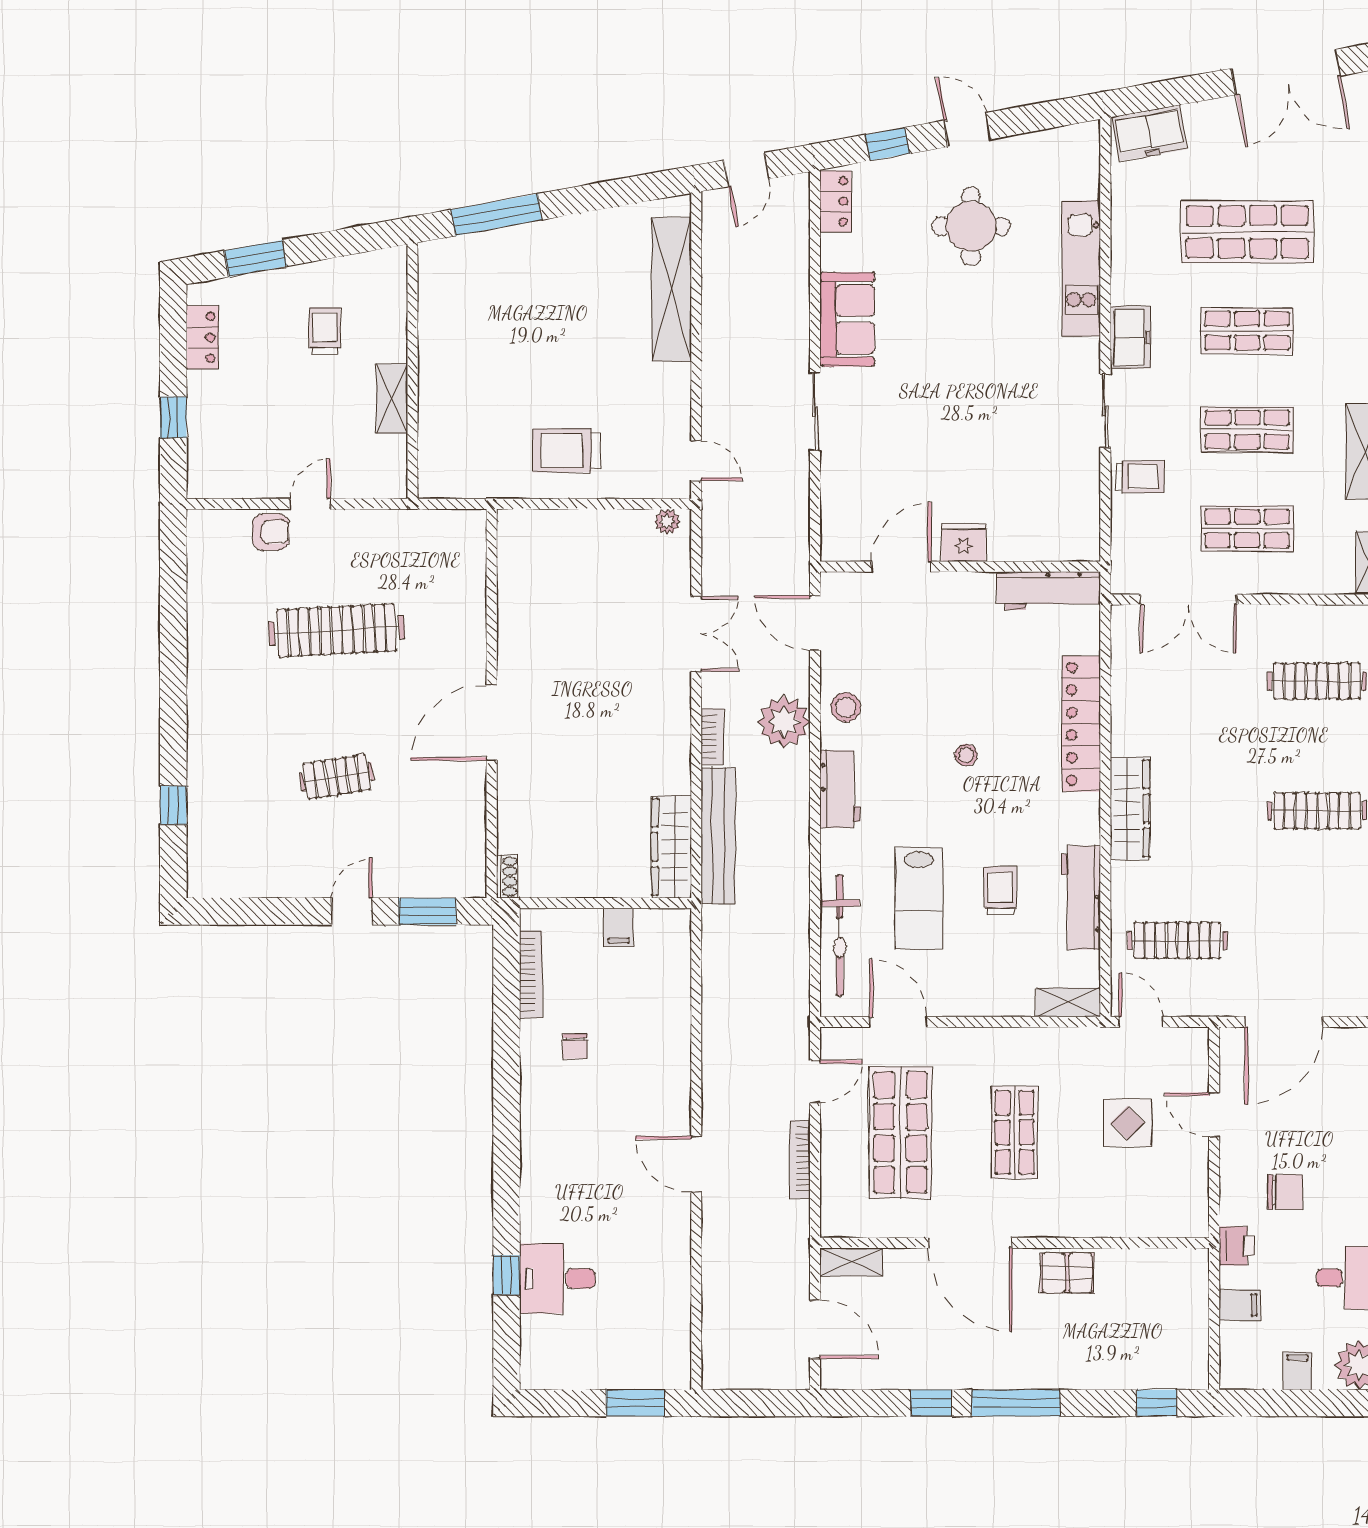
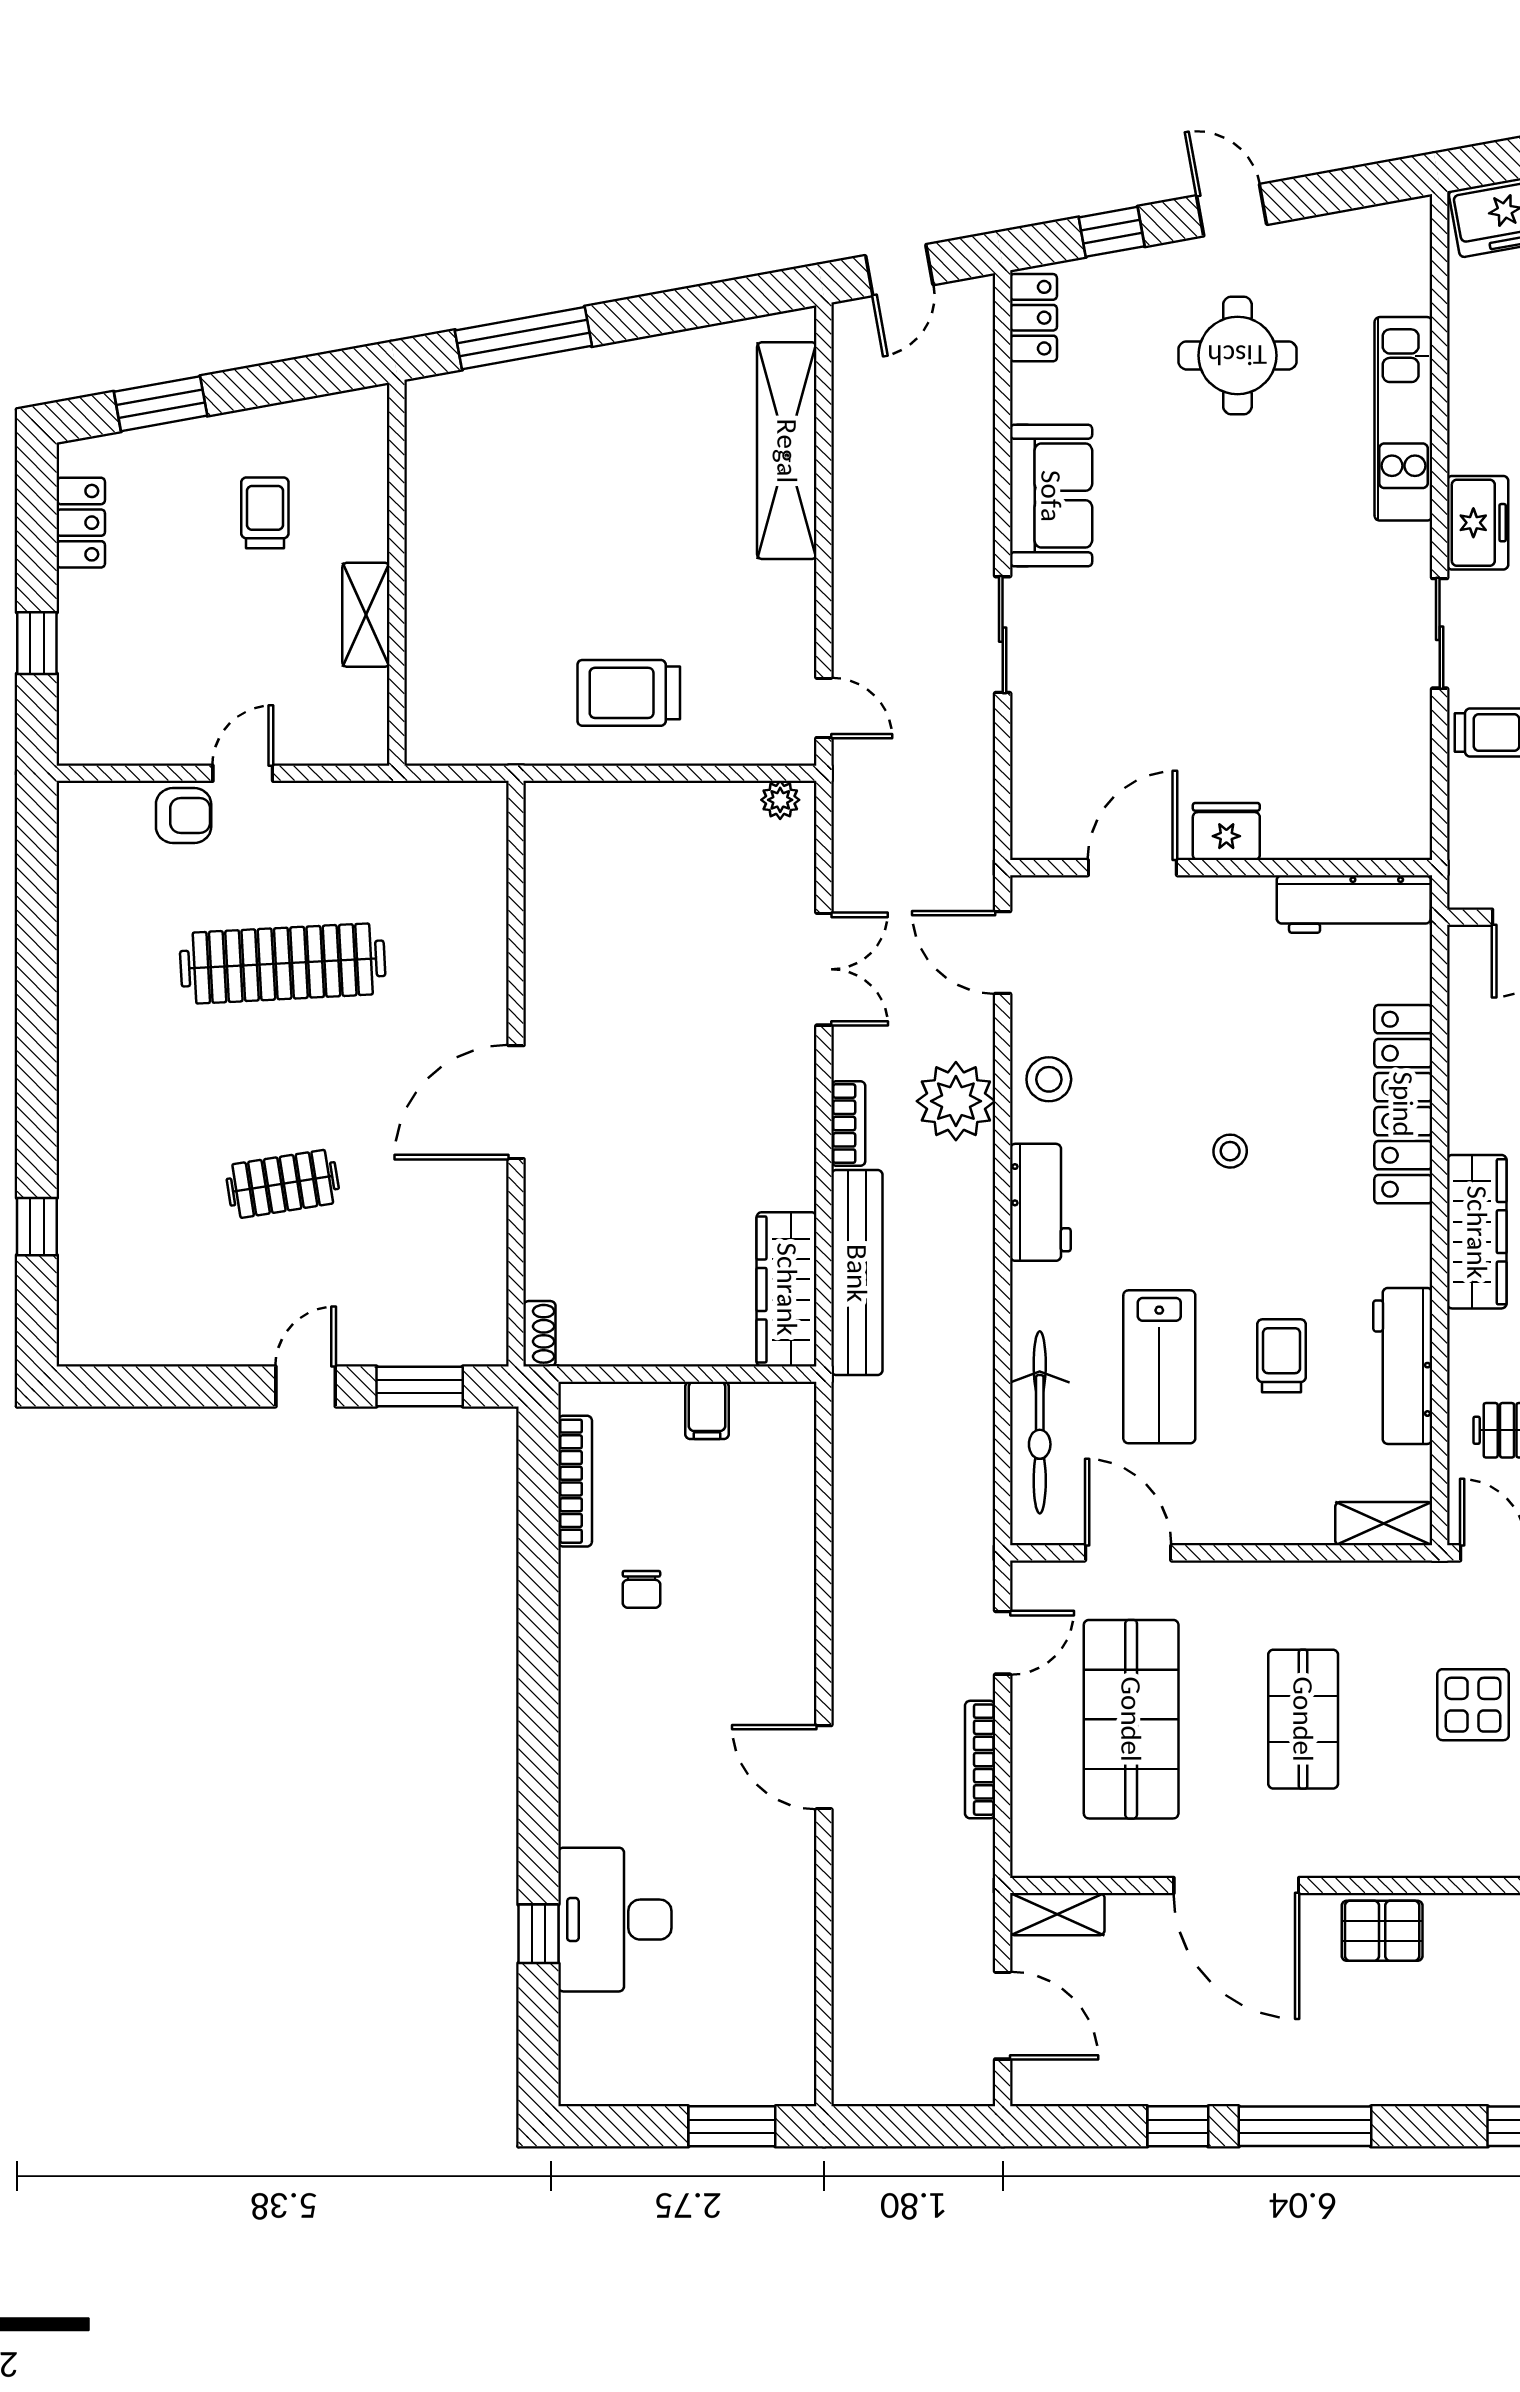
desk: (557, 1279) -> (615, 1920), width x1.37

